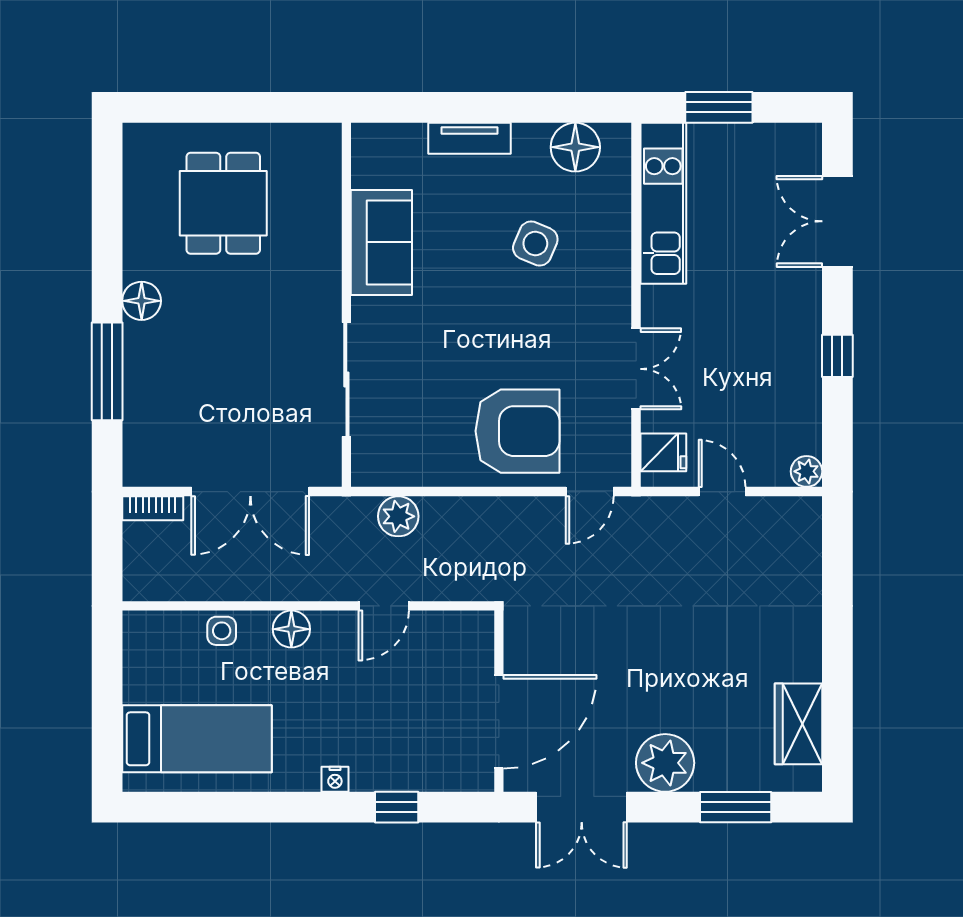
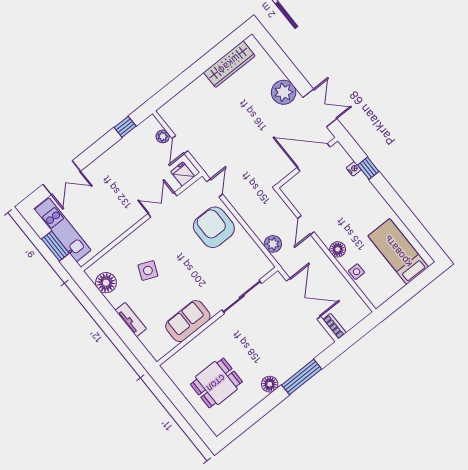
kitchen unit: (663, 203) -> (63, 230), moved, turned 90
window: (837, 356) -> (125, 127), moved
plant: (806, 471) -> (163, 136), moved
door: (590, 492) -> (215, 188), hinge flipped
door: (384, 606) -> (306, 225), swing flipped
wardrobe: (799, 724) -> (229, 64), width x1.50
nightstand: (335, 779) -> (354, 169), moved
window: (736, 807) -> (280, 58), removed

